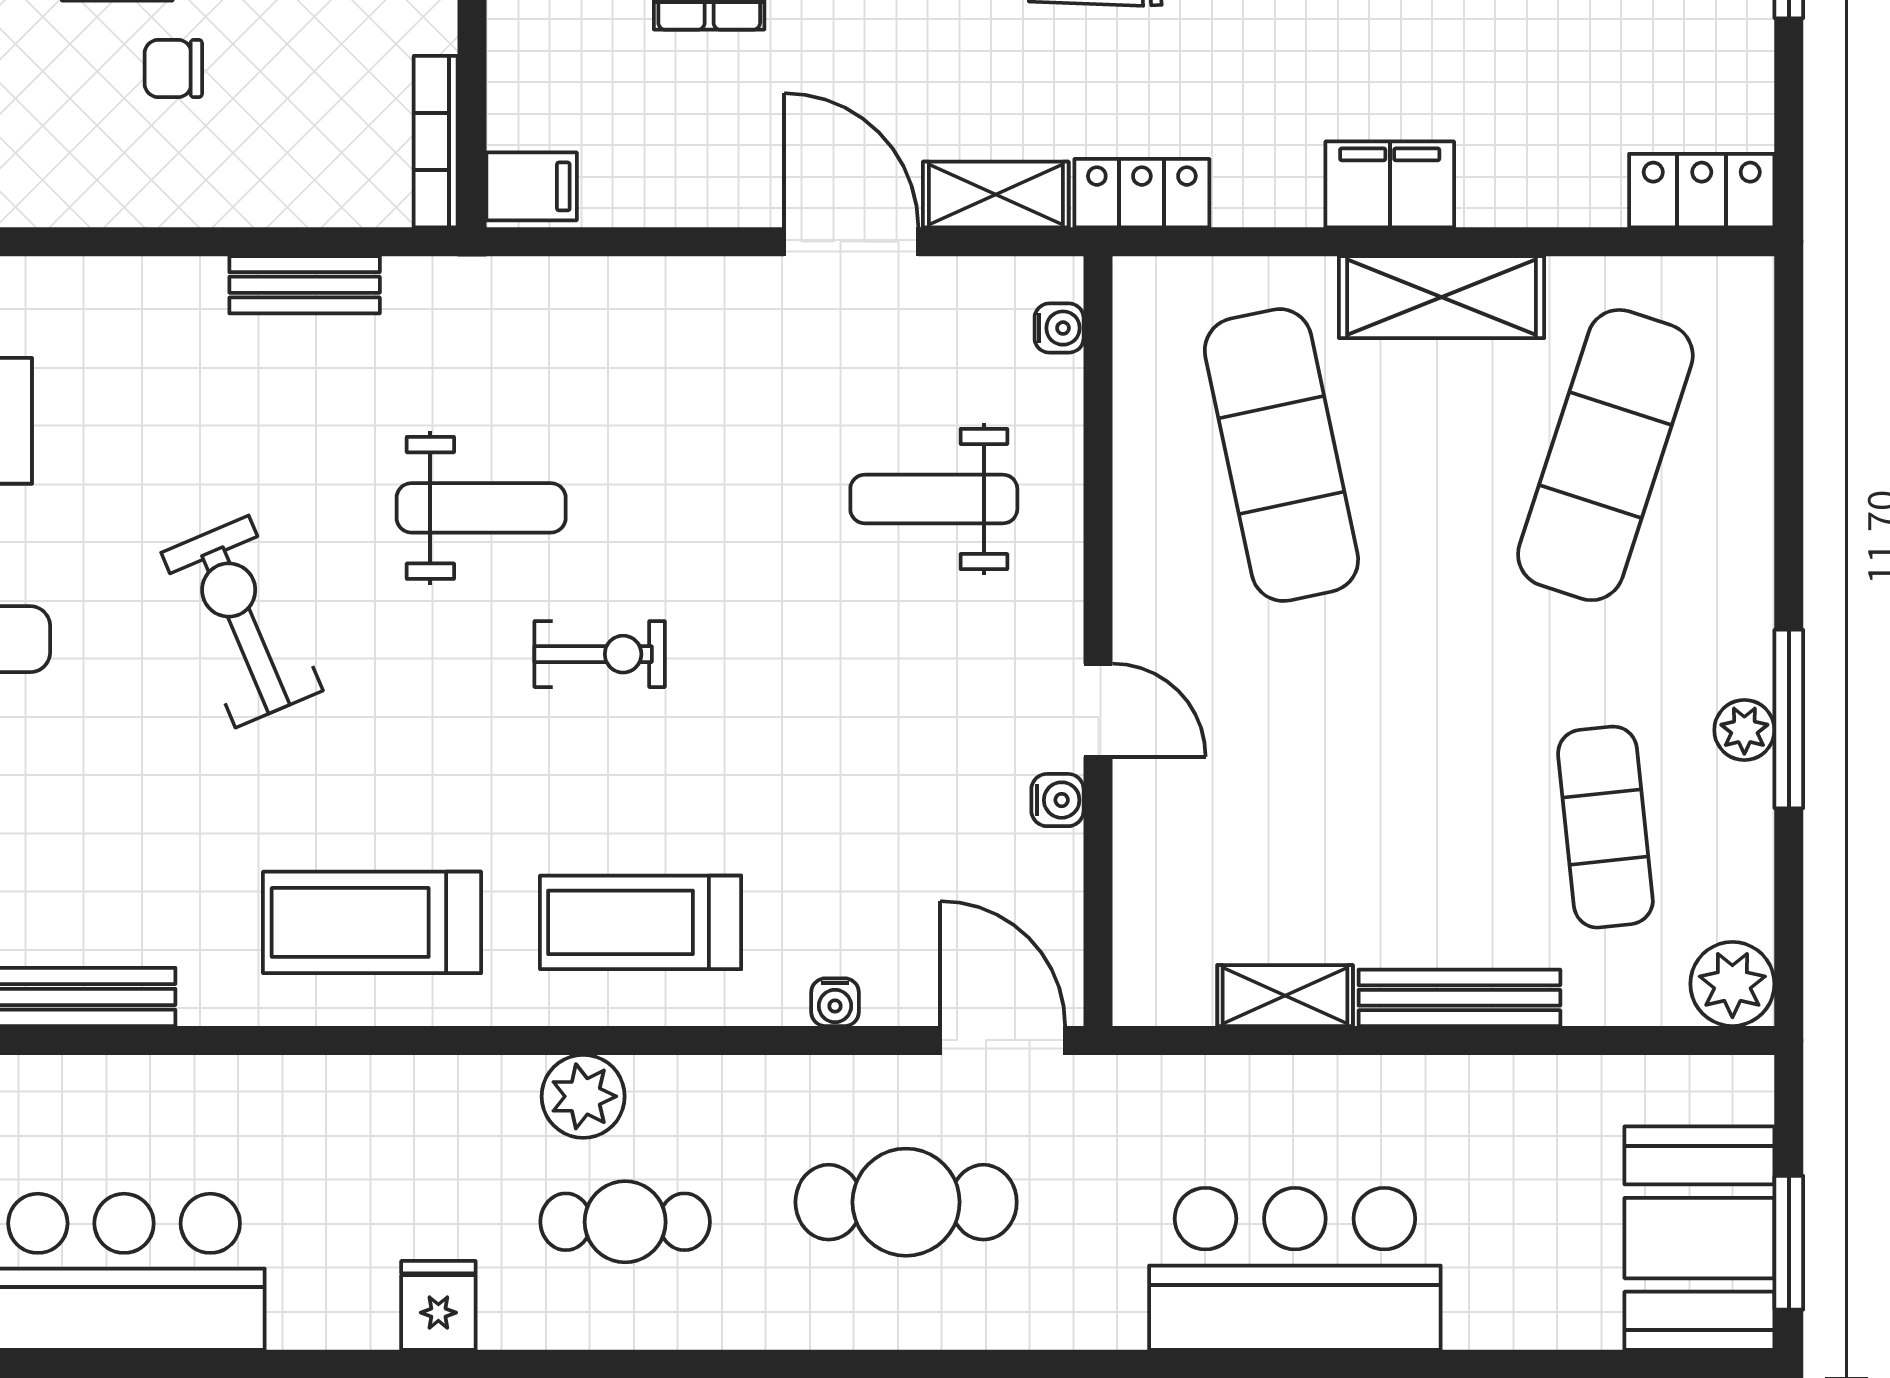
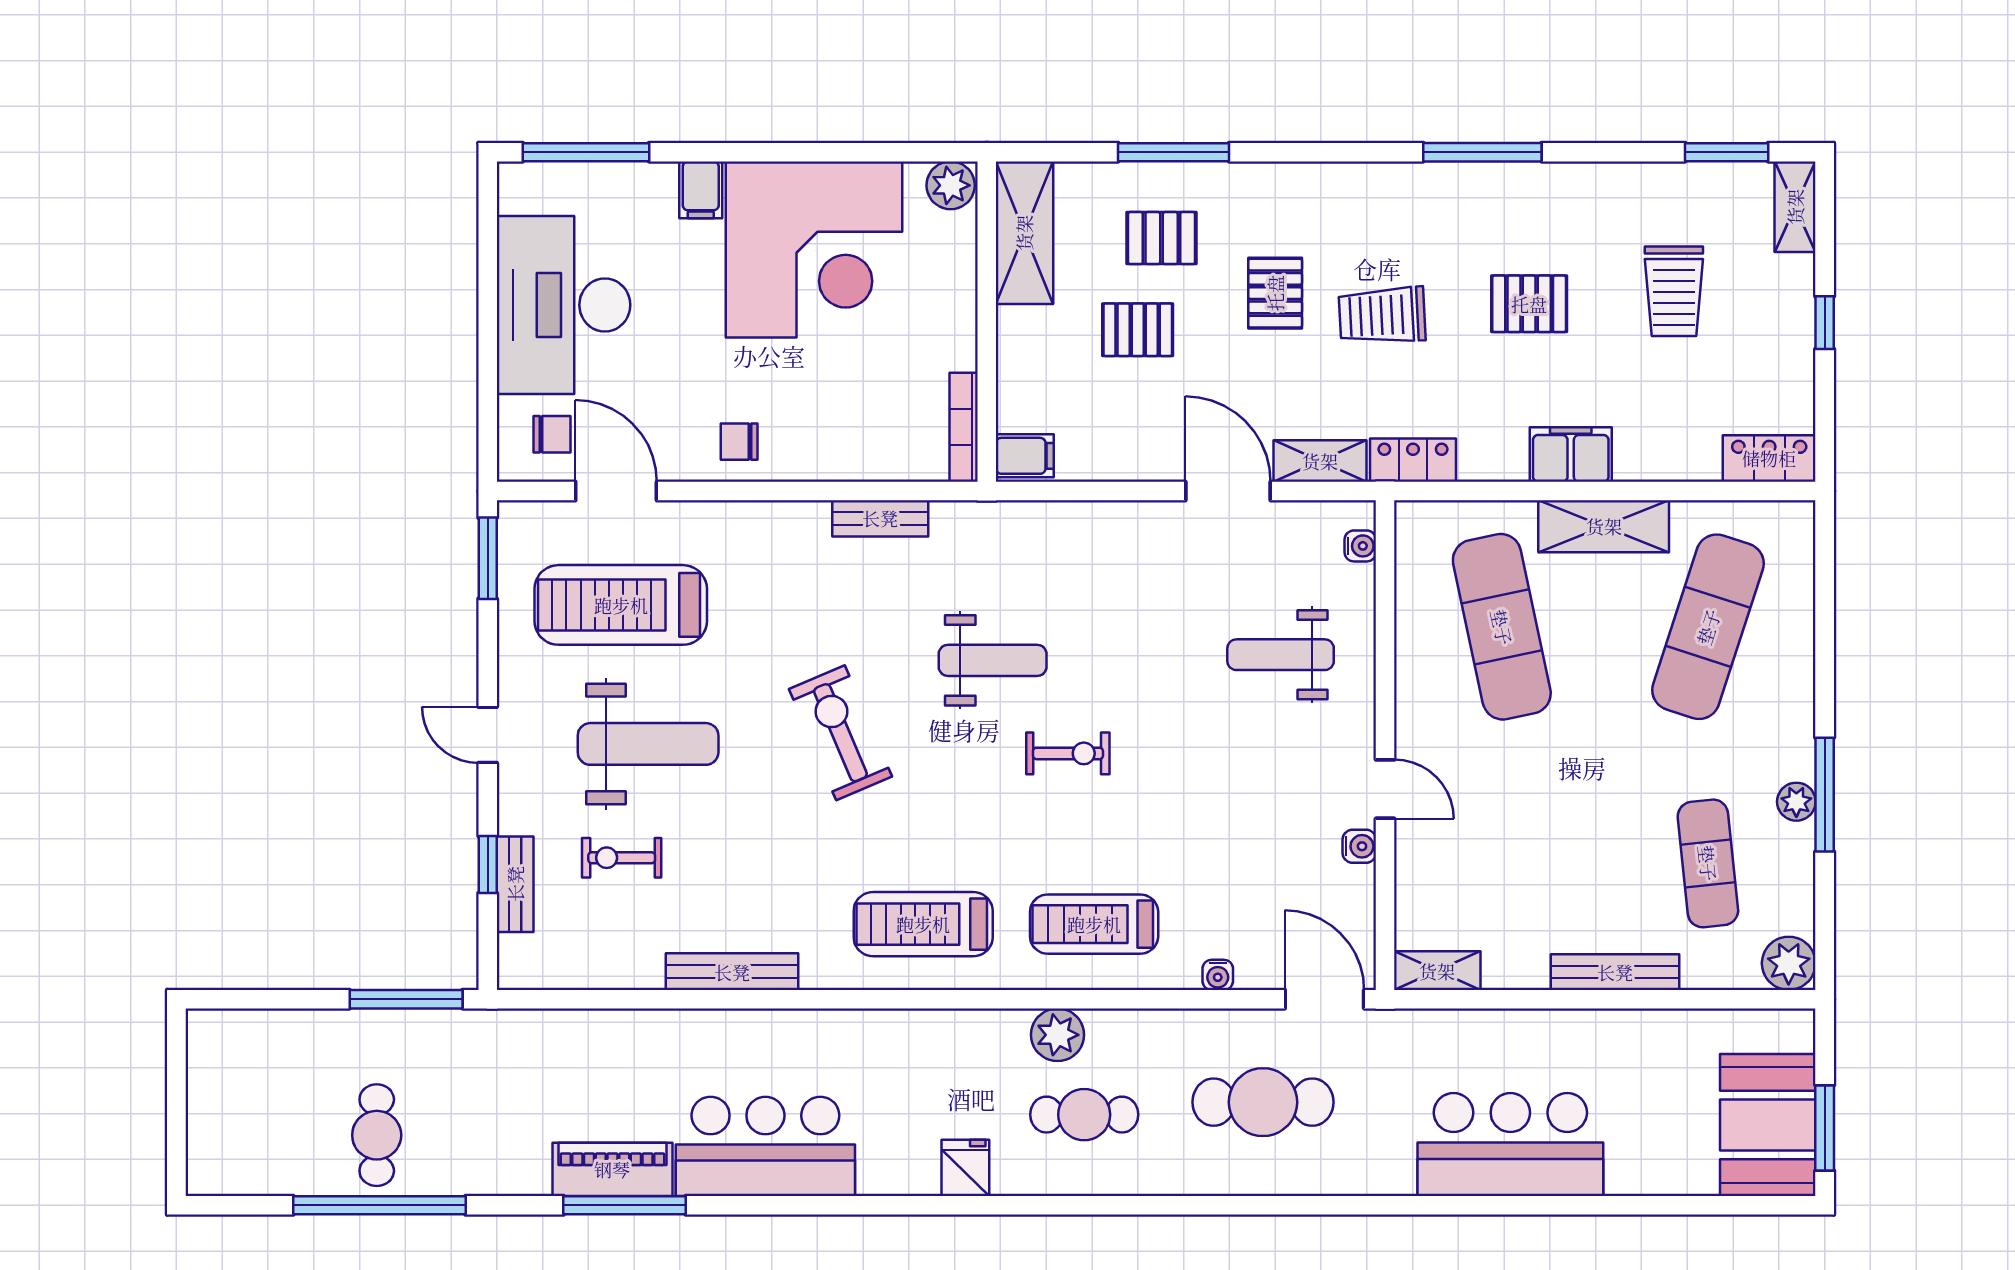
chair: (173, 68) -> (739, 442), moved
shelving: (1285, 996) -> (1437, 971), moved

